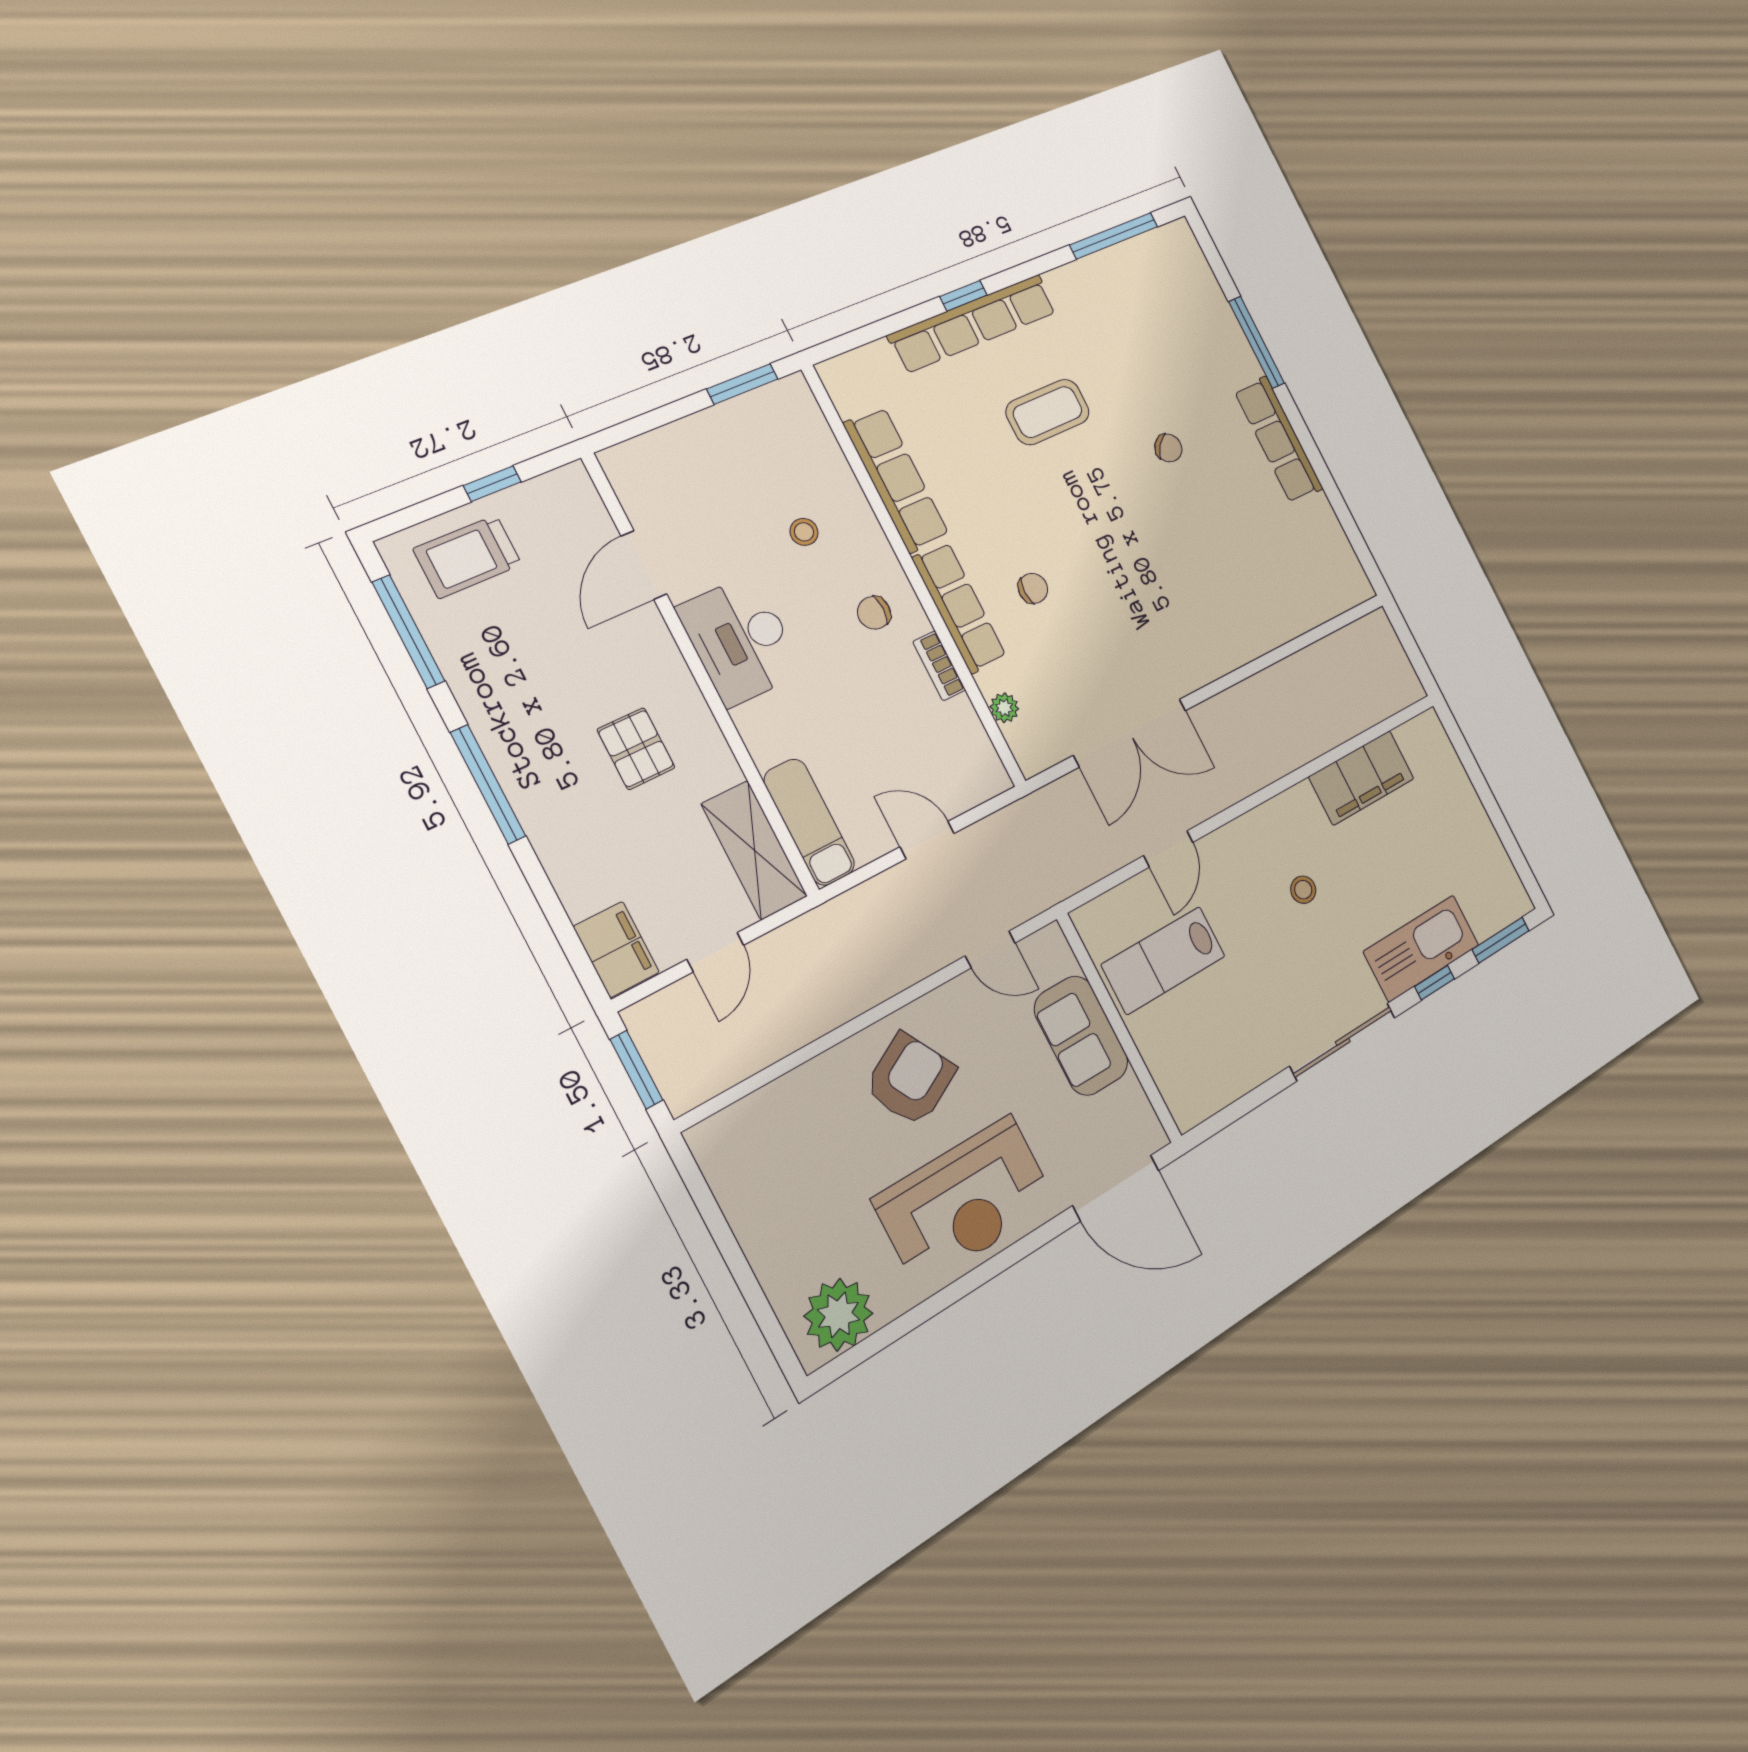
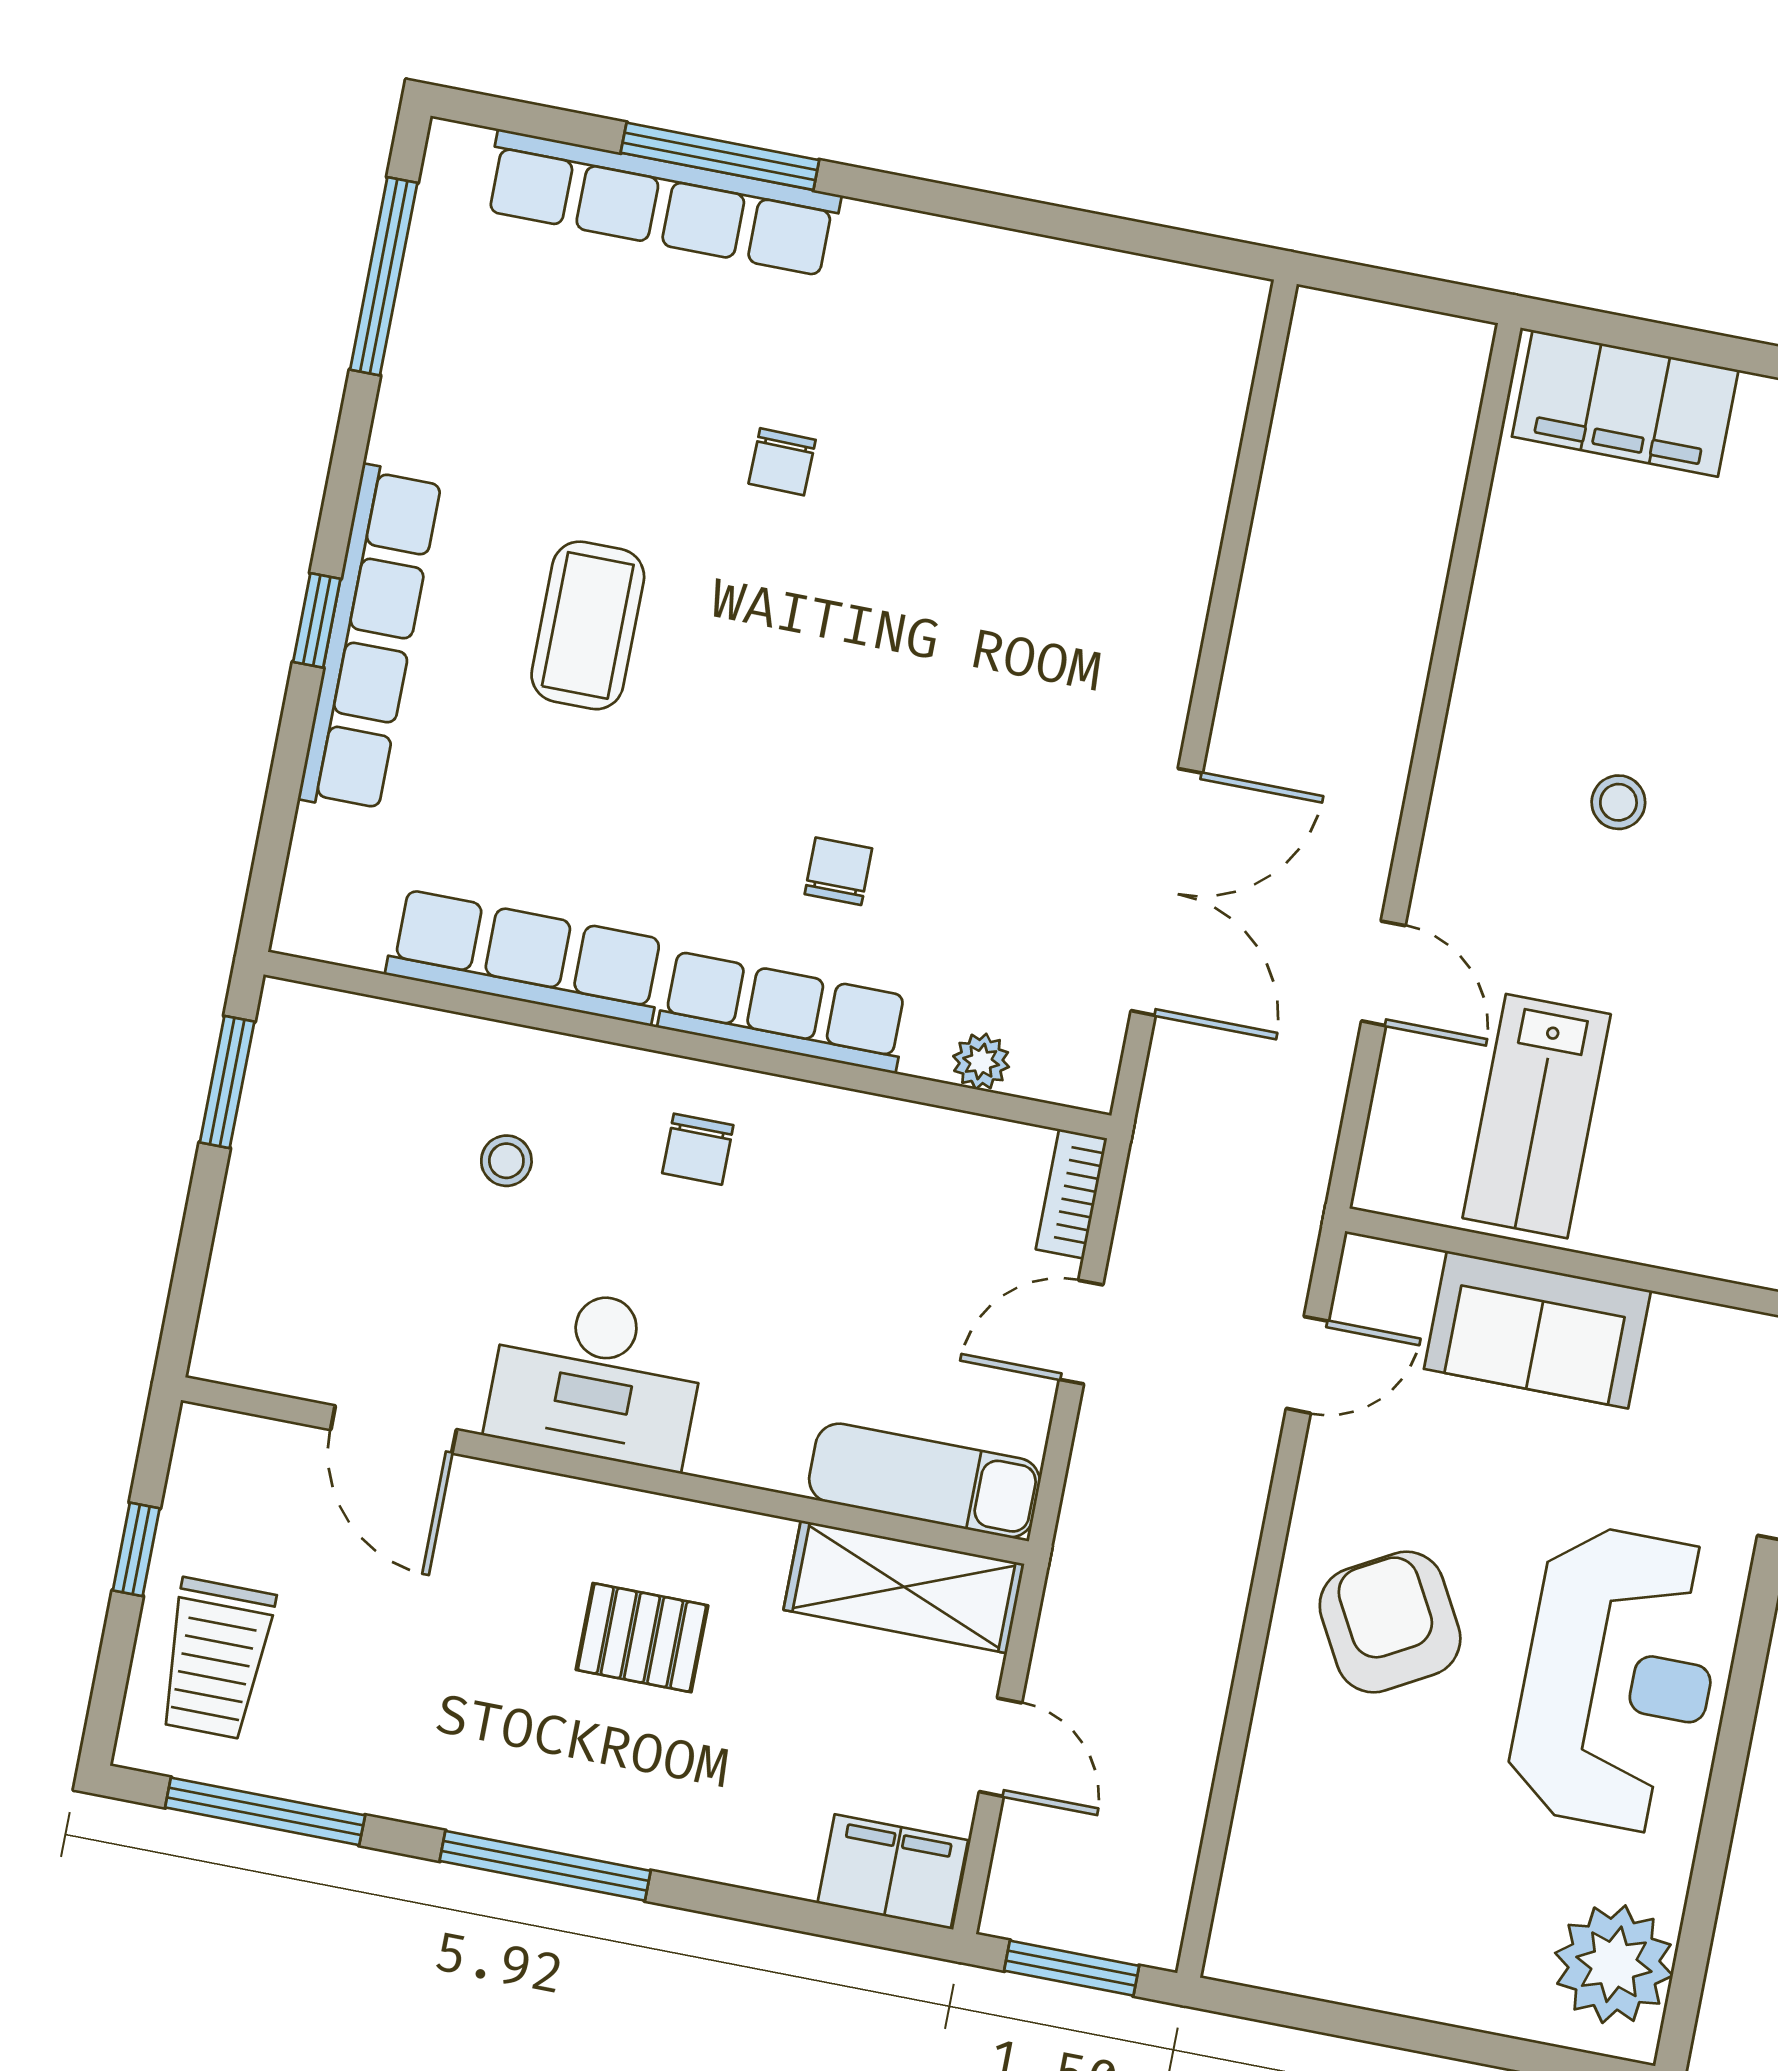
row of seats: (1279, 440) -> (662, 203), moved, width x1.36
chair: (1168, 448) -> (782, 462), turned 141
bookcase: (939, 666) -> (1071, 1194), moved, turned 90
filing cabinet: (1362, 778) -> (1625, 403), moved, turned 90

